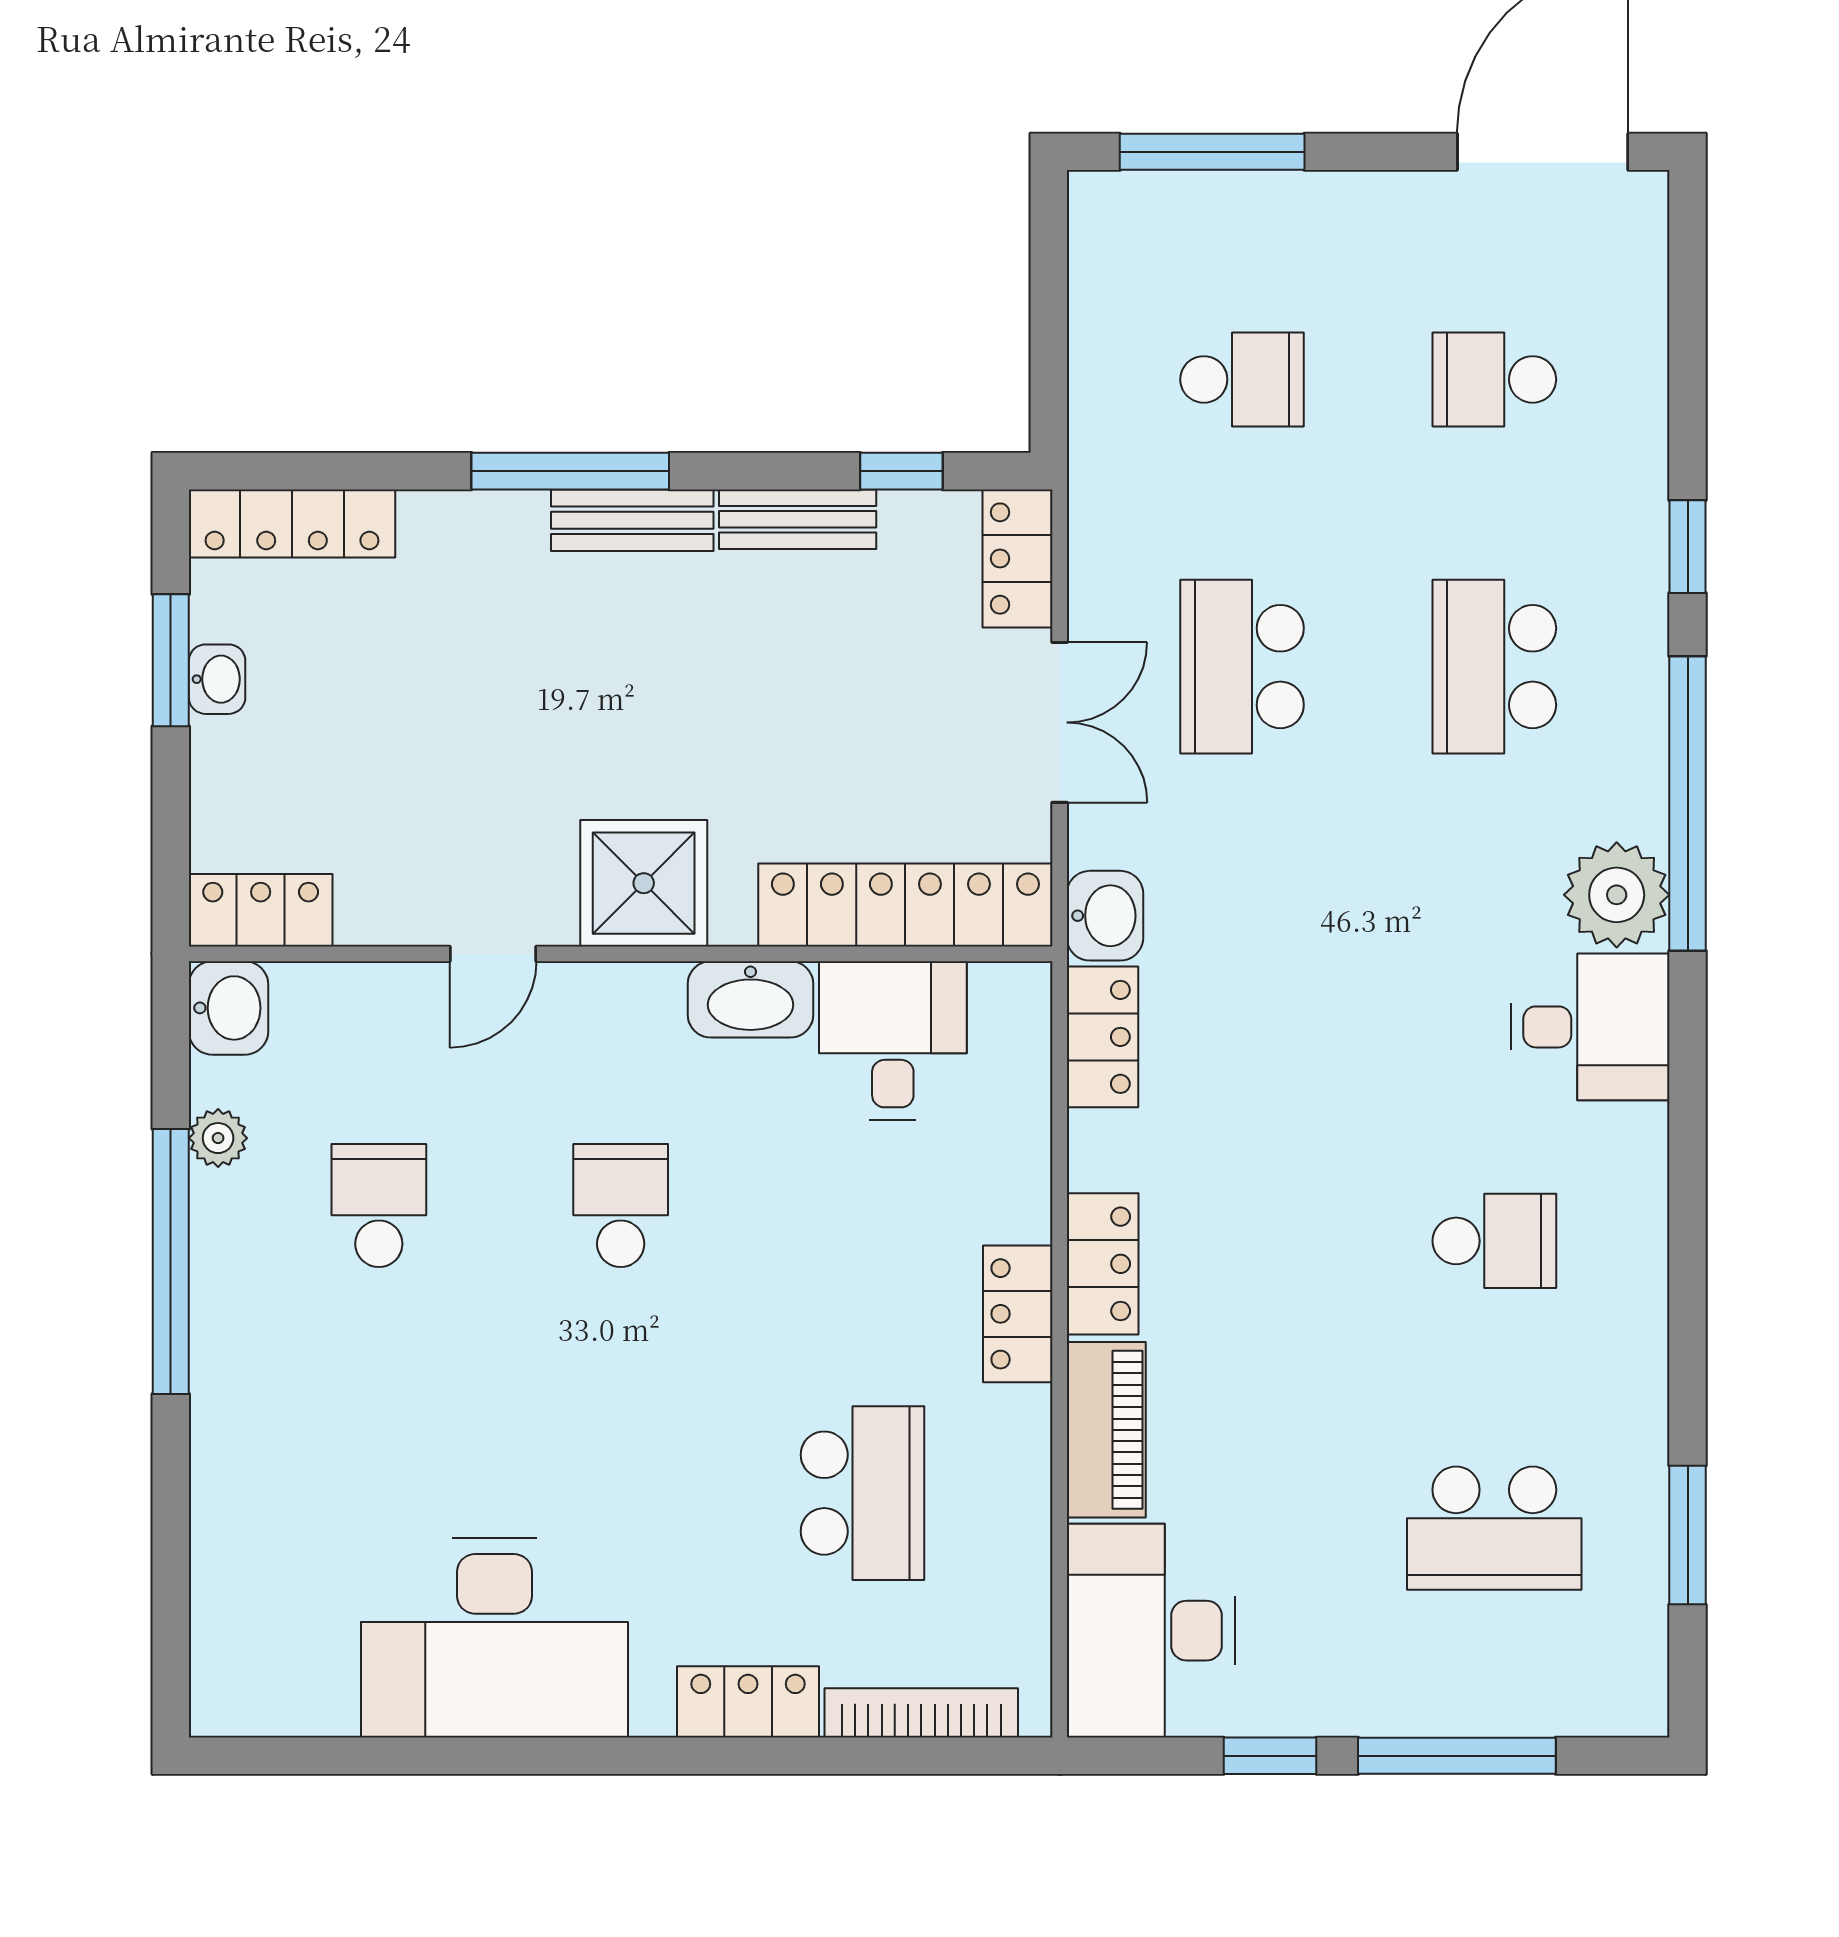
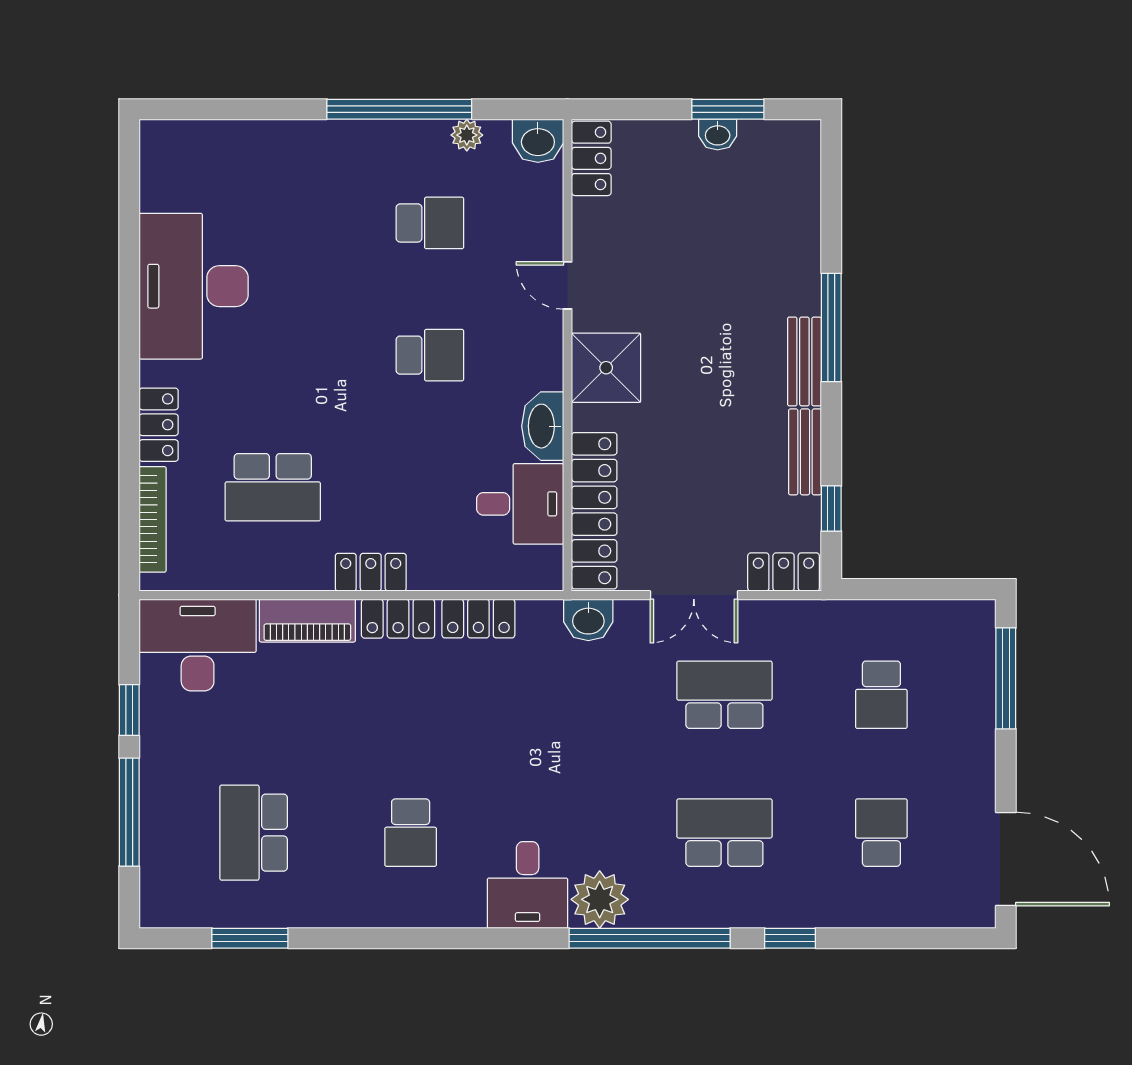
locker: (292, 523) -> (803, 176), removed
locker: (1103, 1037) -> (478, 619), moved

